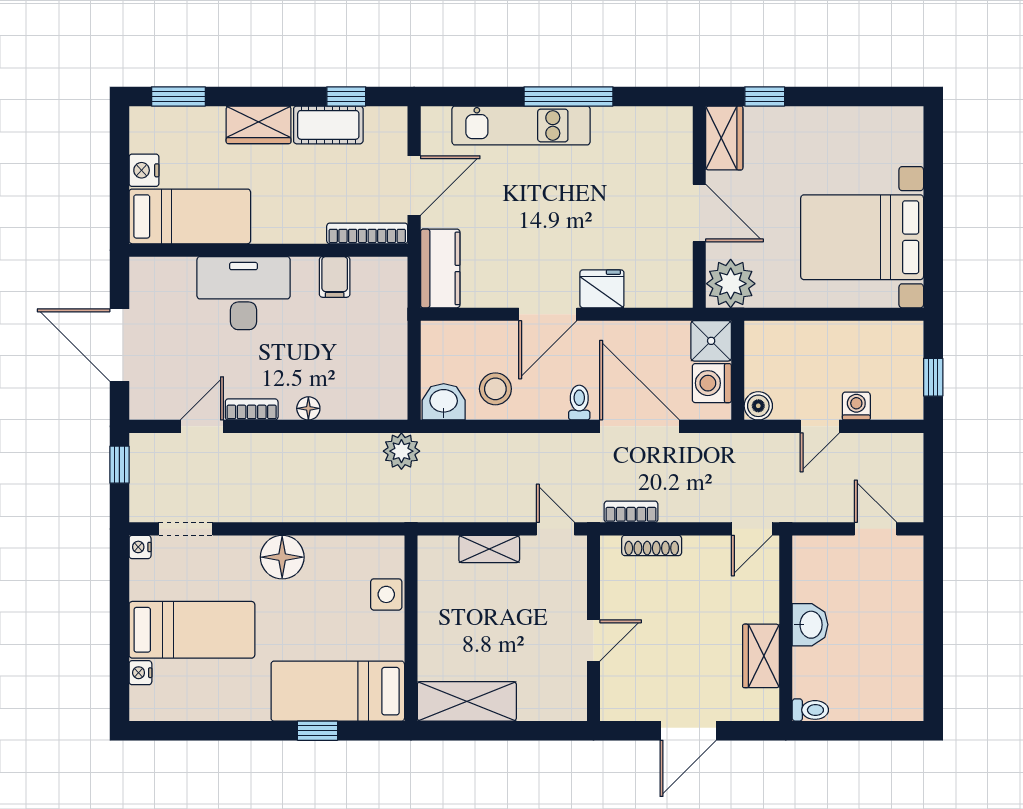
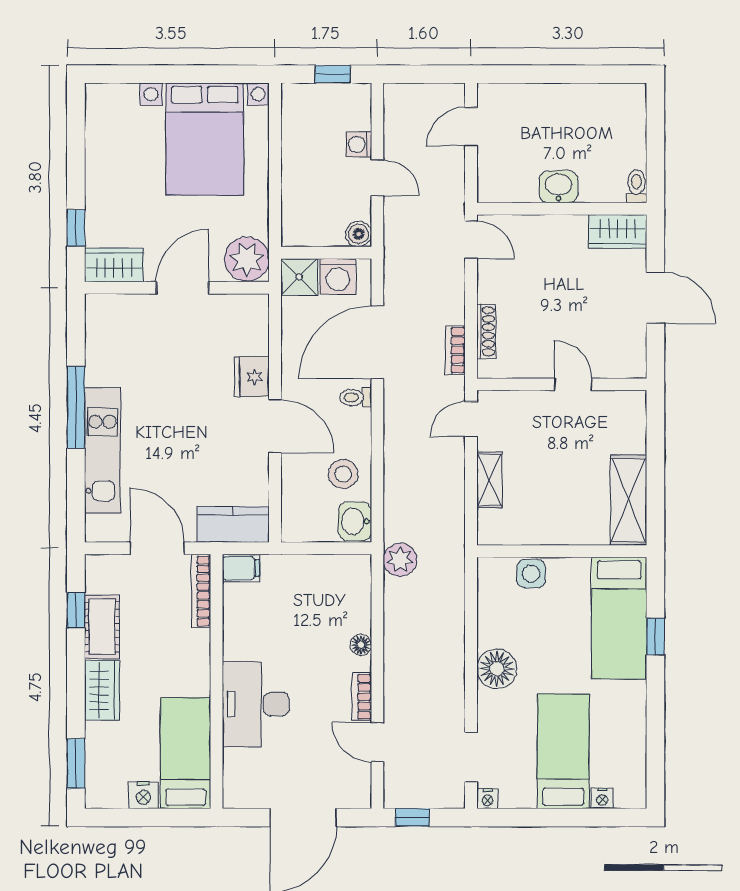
filing cabinet: (335, 277) -> (241, 568), moved
wardrobe: (761, 656) -> (618, 231), moved

